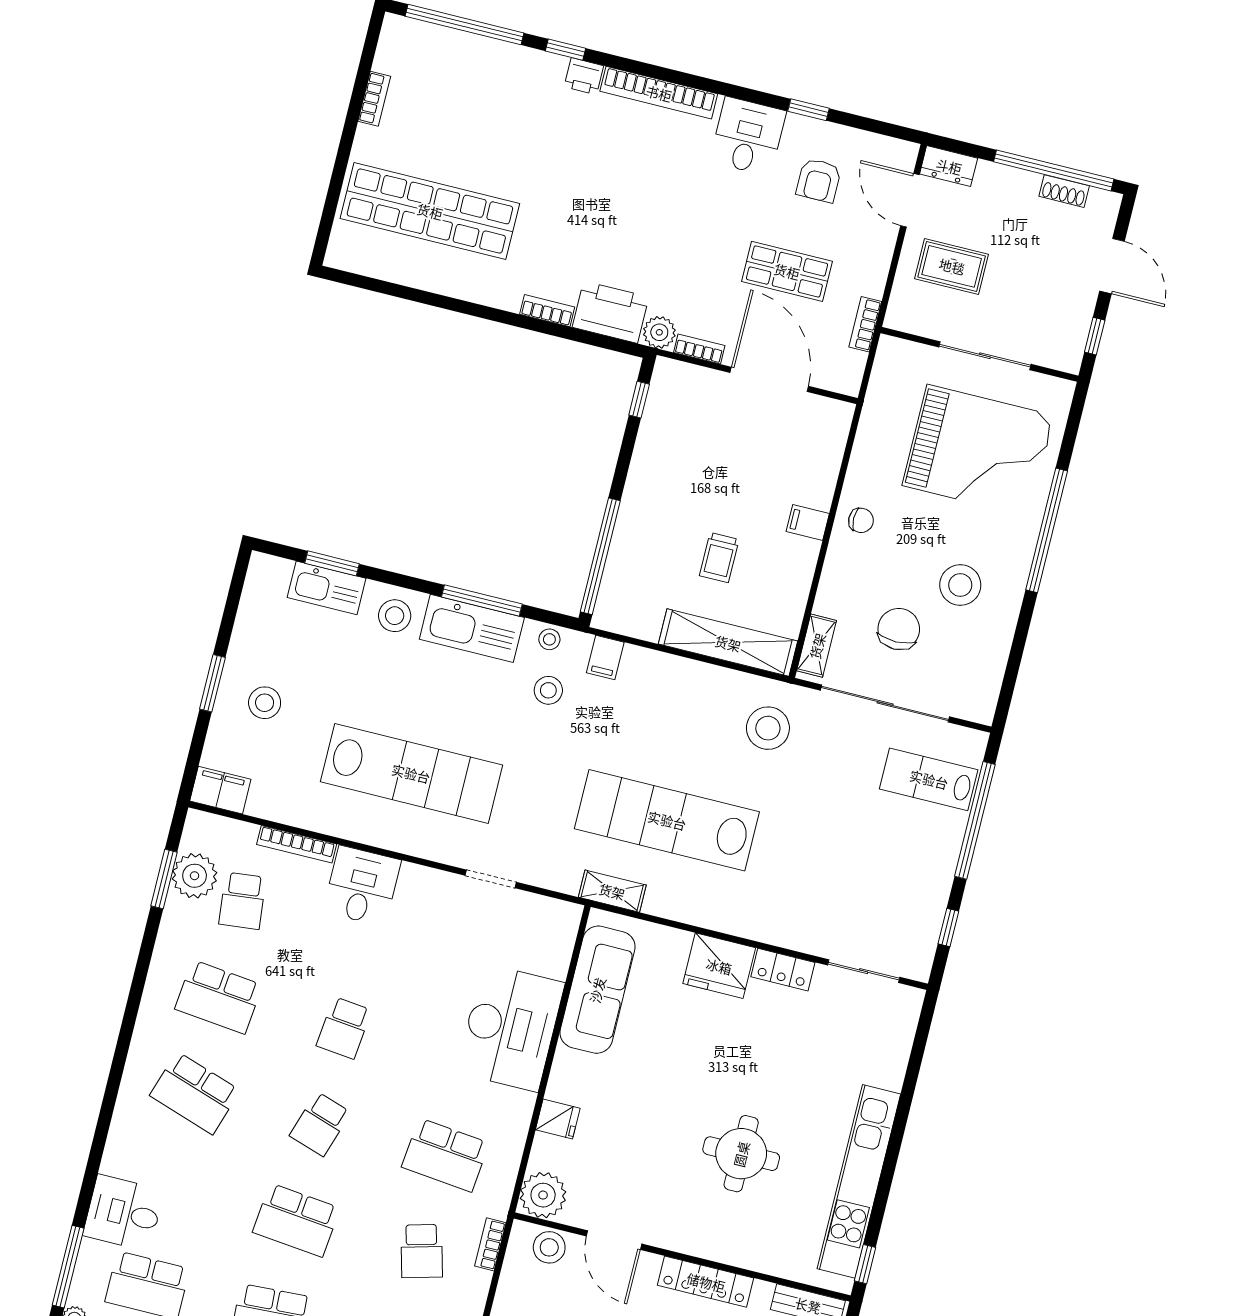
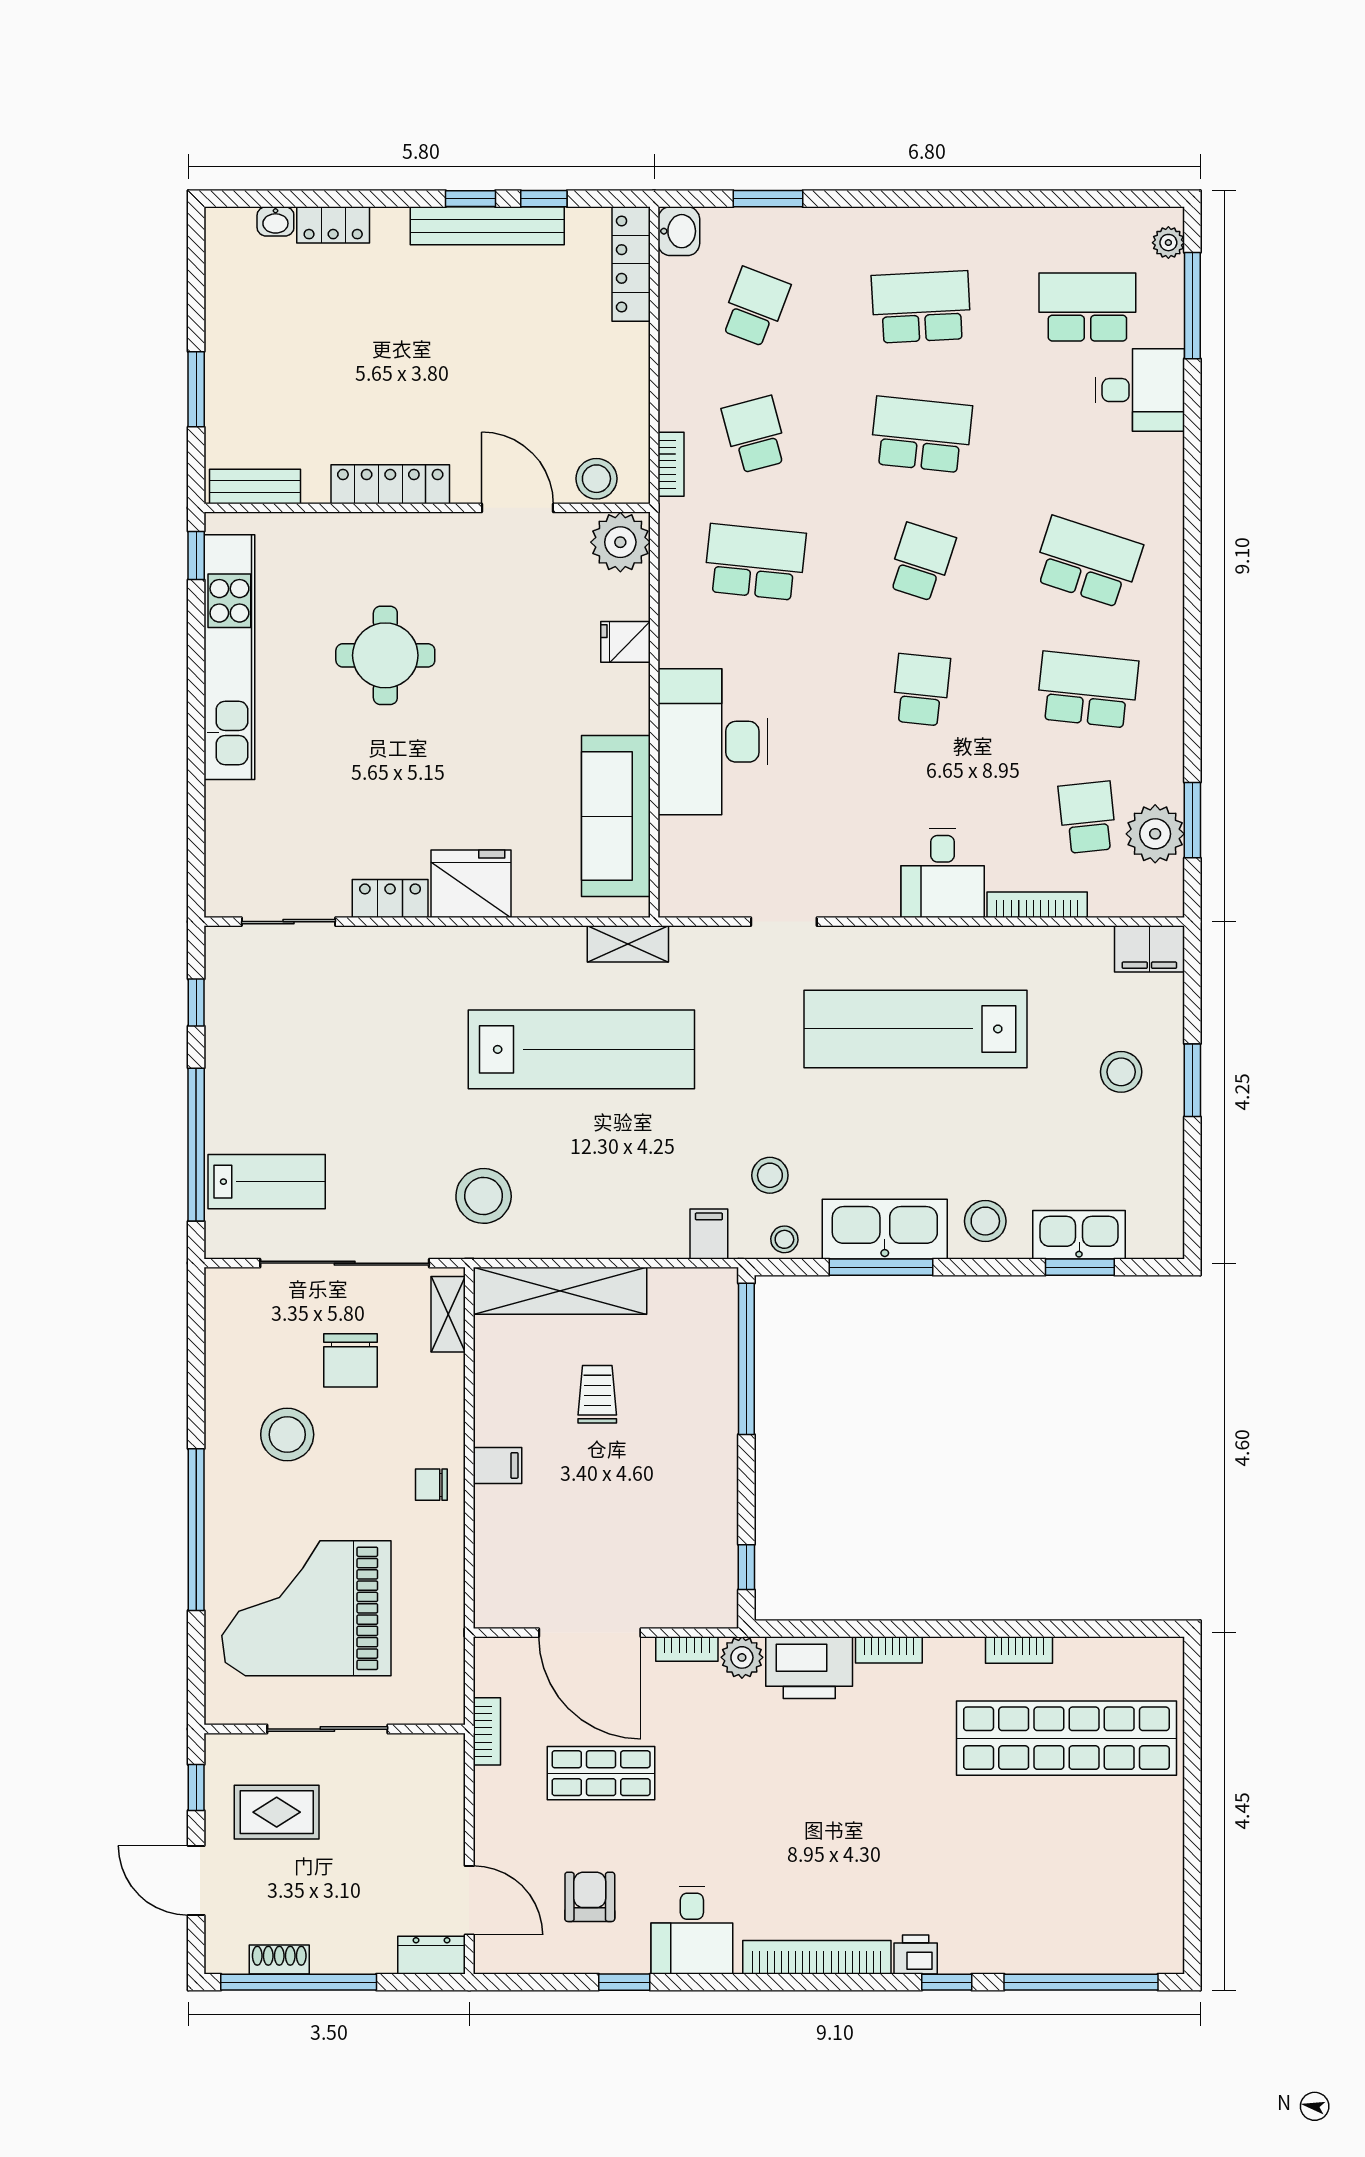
bookcase: (374, 99) -> (1019, 1650), moved, turned -90
rug: (952, 266) -> (277, 1812), moved

